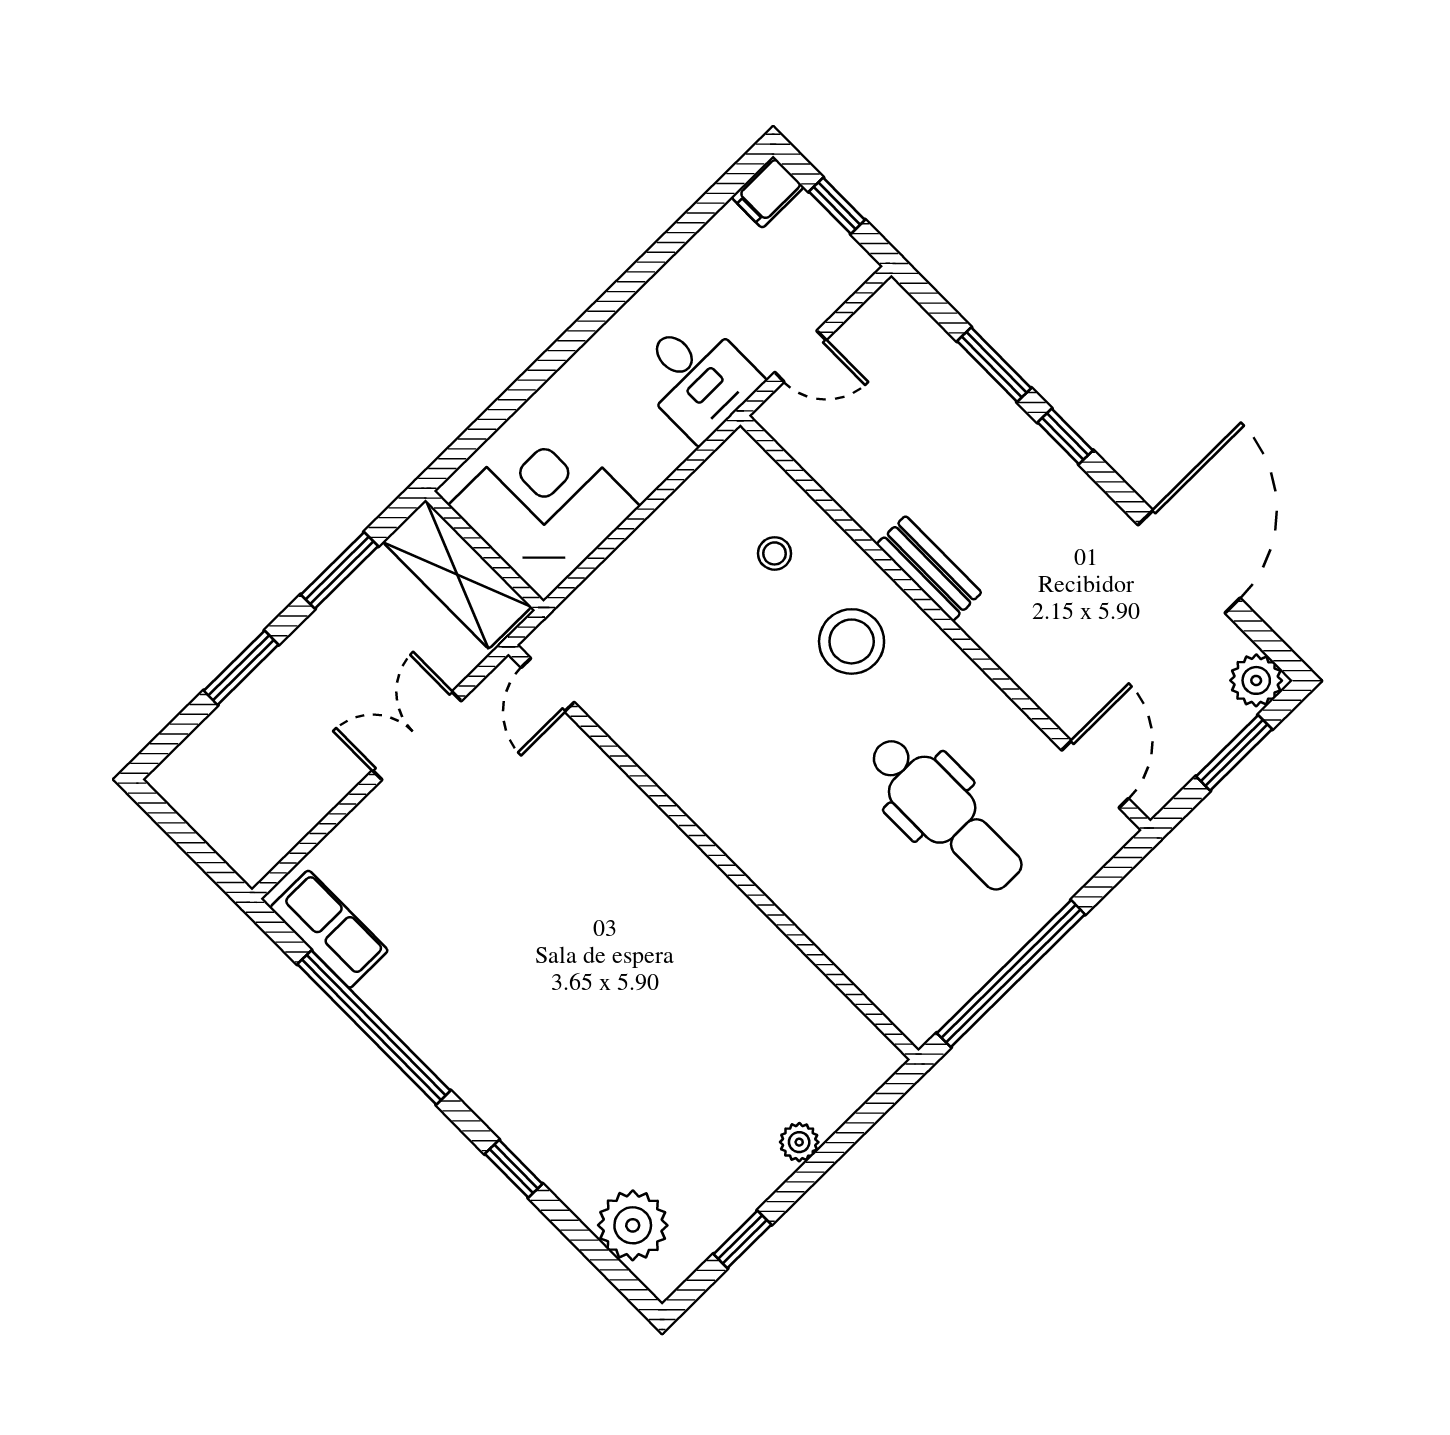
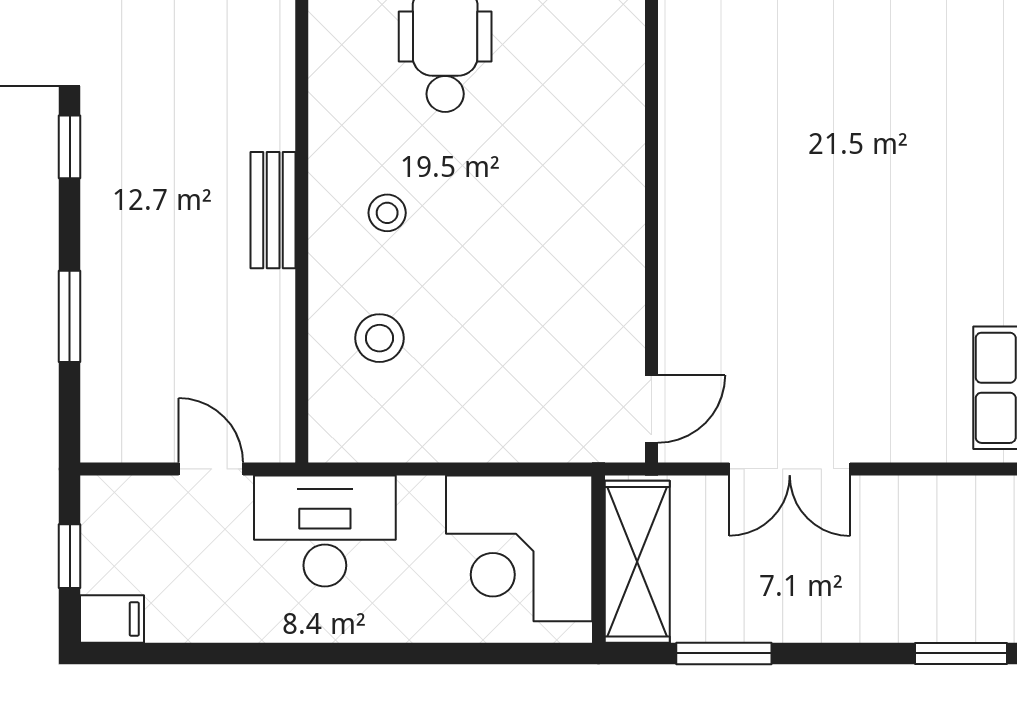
desk: (697, 377) -> (325, 531), width x1.37
window: (1065, 436) -> (70, 147), moved
stool: (775, 553) -> (379, 338), width x1.37, depth x1.37
stool: (852, 641) -> (387, 213), width x0.53, depth x0.53
window: (241, 668) -> (961, 653), moved

